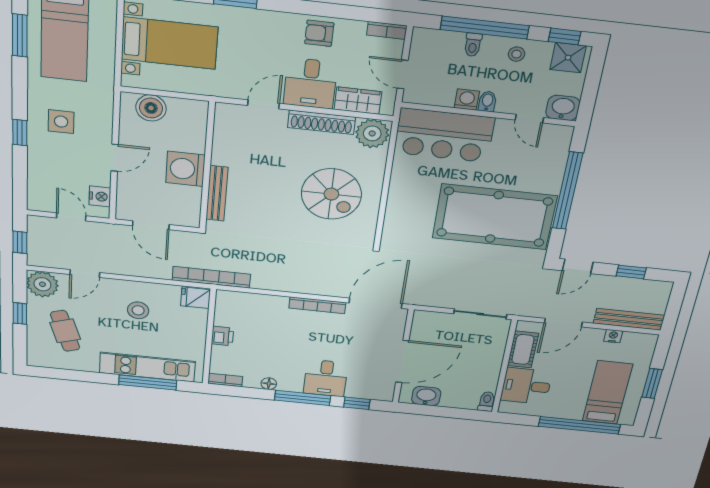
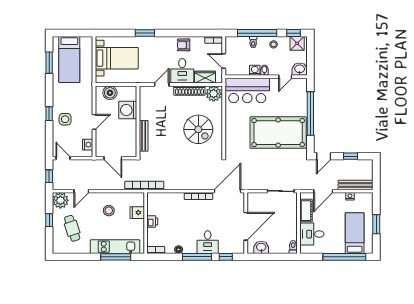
door: (529, 119) -> (285, 77), hinge flipped
side table: (61, 122) -> (65, 119), moved
washing machine: (185, 169) -> (128, 110), moved
door: (71, 217) -> (63, 158), moved
fridge: (196, 298) -> (137, 213), moved

